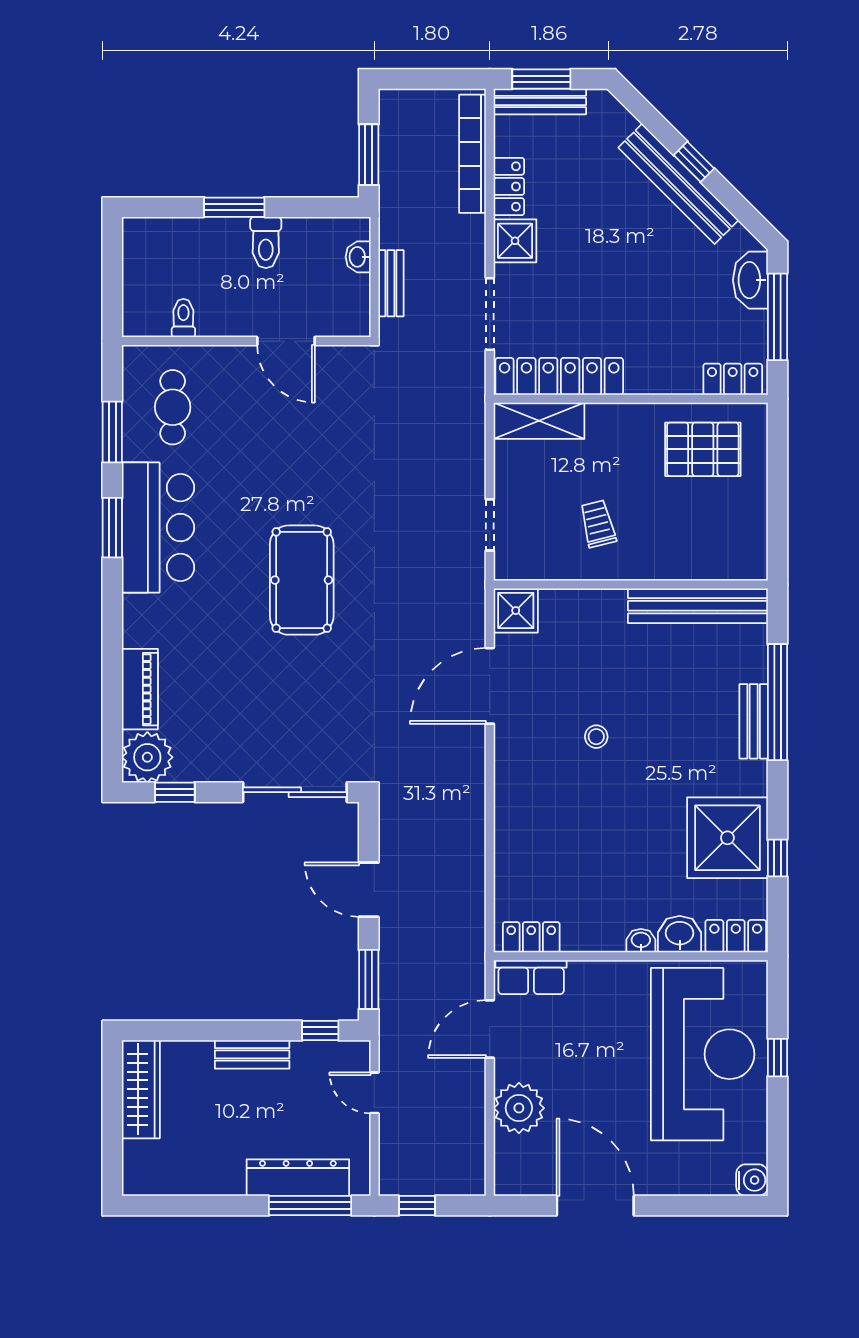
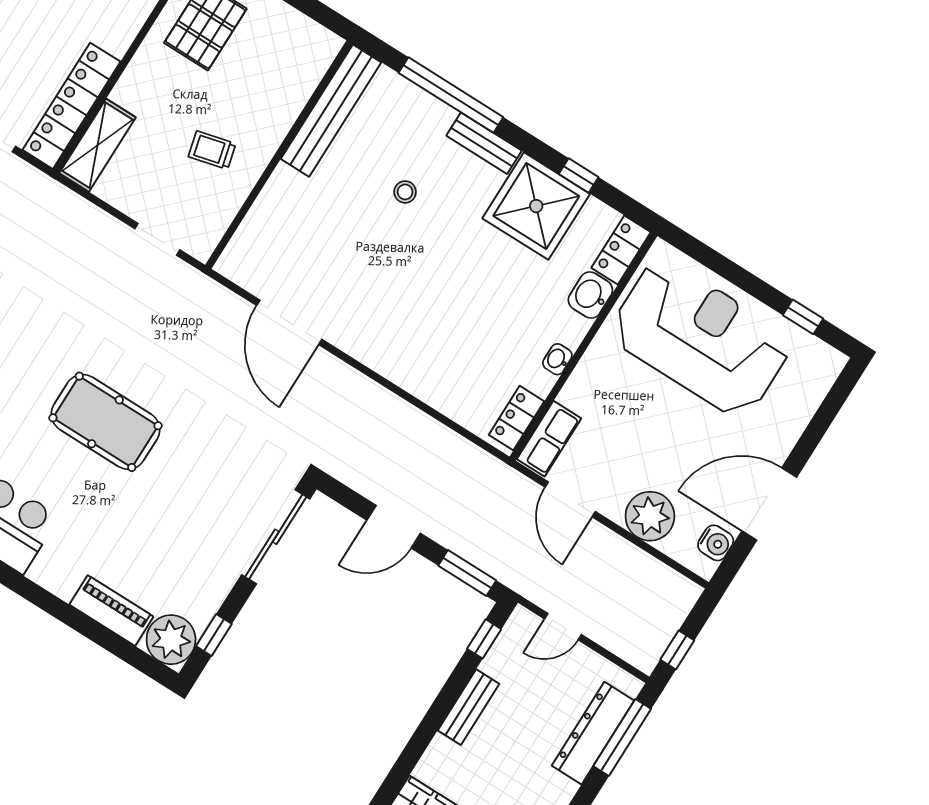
shower: (516, 611) -> (241, 262), removed
bench: (754, 721) -> (484, 143), moved
stool: (596, 737) -> (405, 192), moved
washbasin: (641, 941) -> (557, 359), moved
window: (777, 1058) -> (803, 317), moved
water cooler: (752, 1180) -> (716, 543), moved, turned 90

